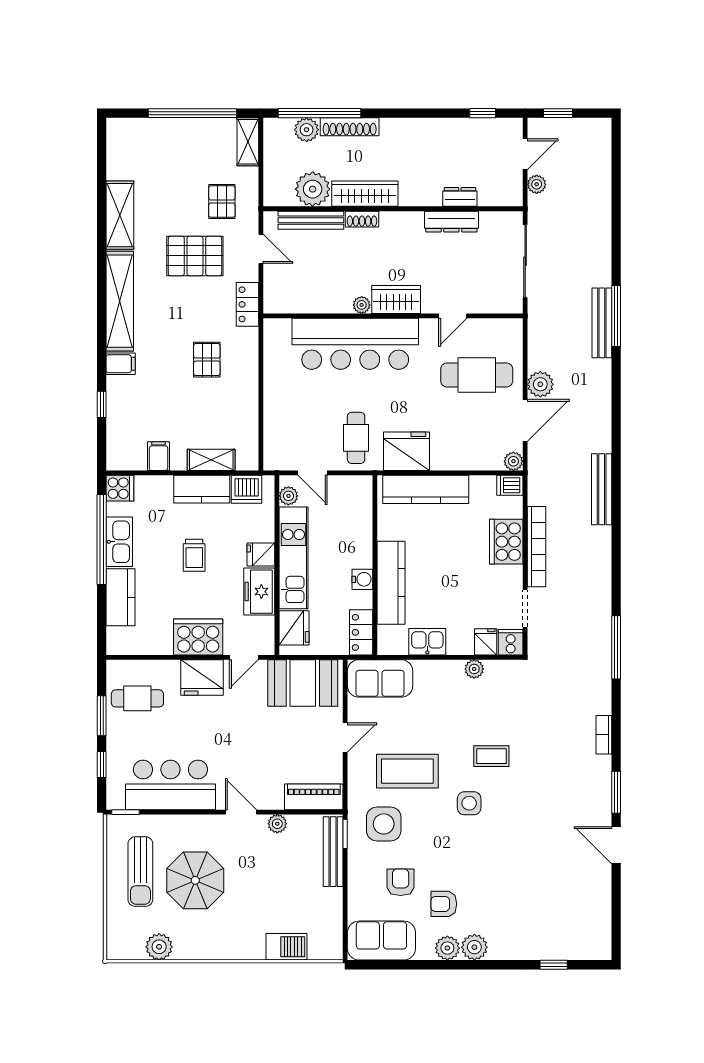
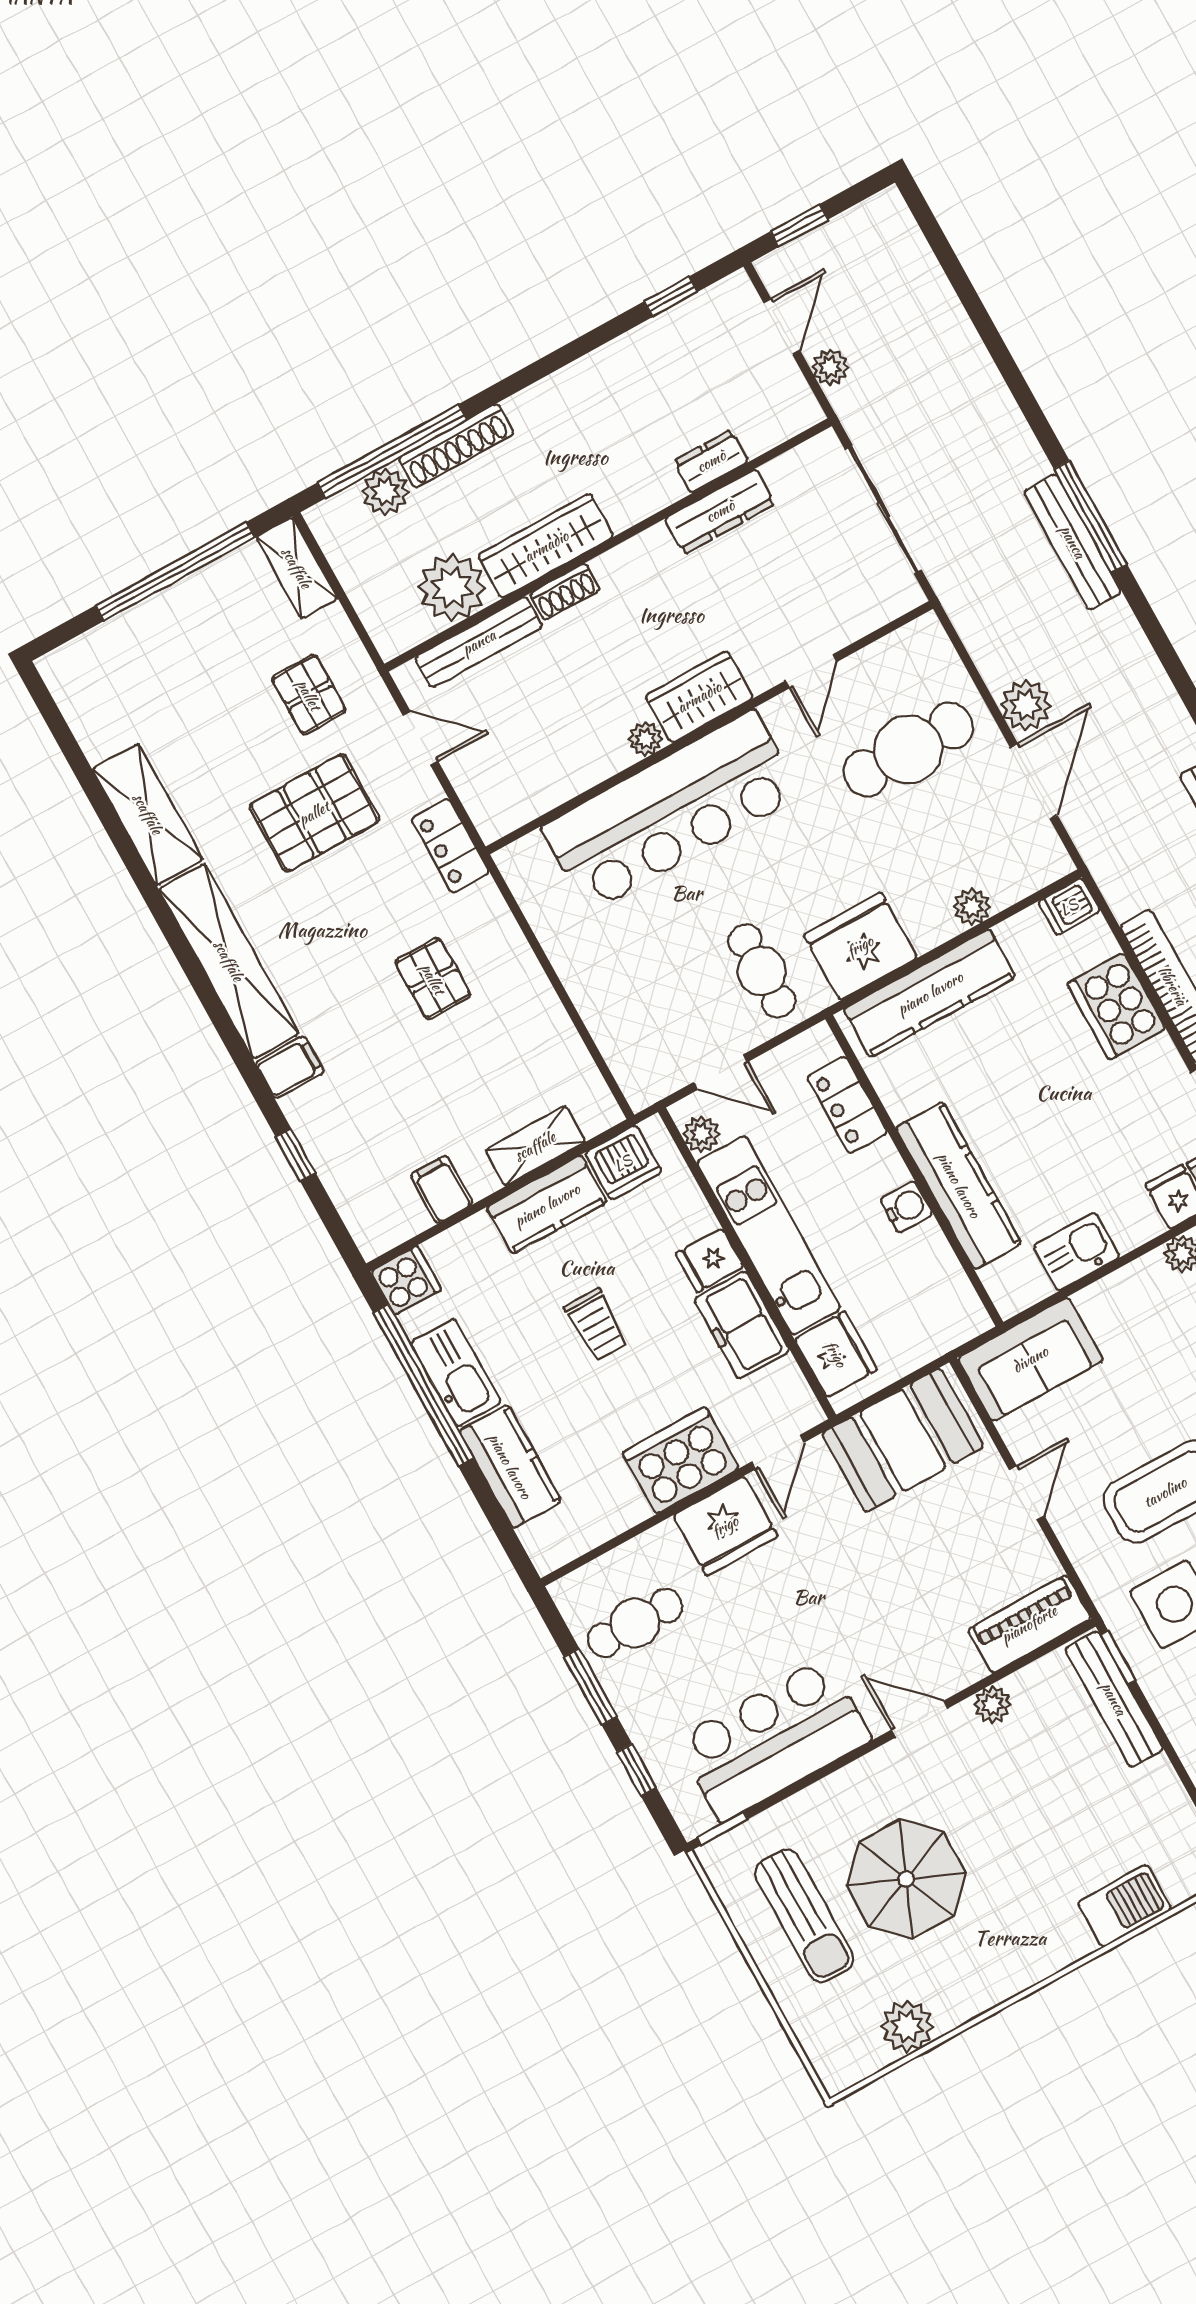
plant: (513, 461) -> (972, 907), moved
locker: (361, 632) -> (847, 1105), moved

